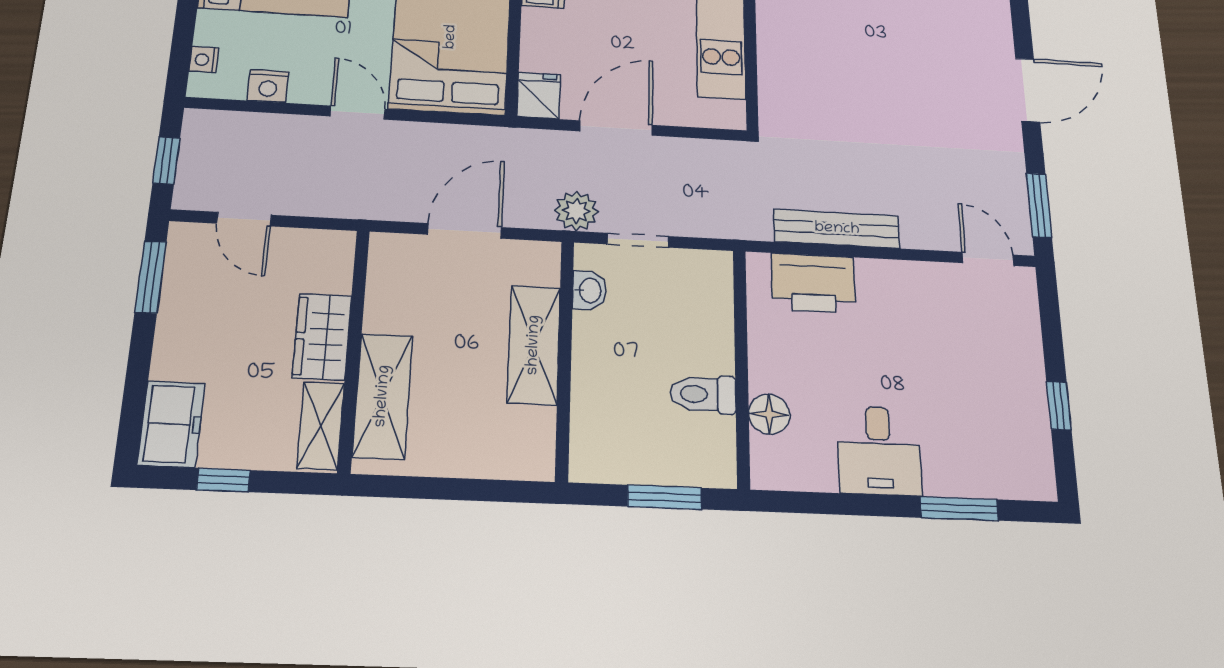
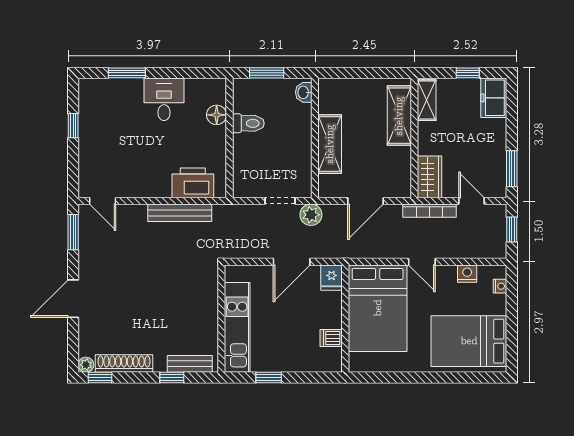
bookcase: (334, 205) -> (430, 211), added
washbasin: (589, 290) -> (304, 92), moved
wardrobe: (322, 337) -> (429, 177), moved

